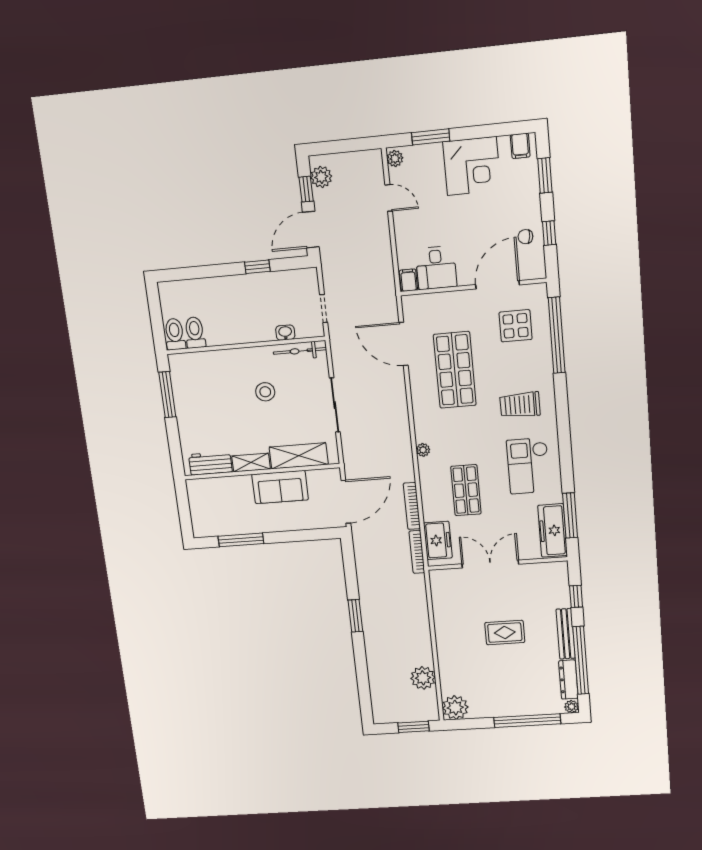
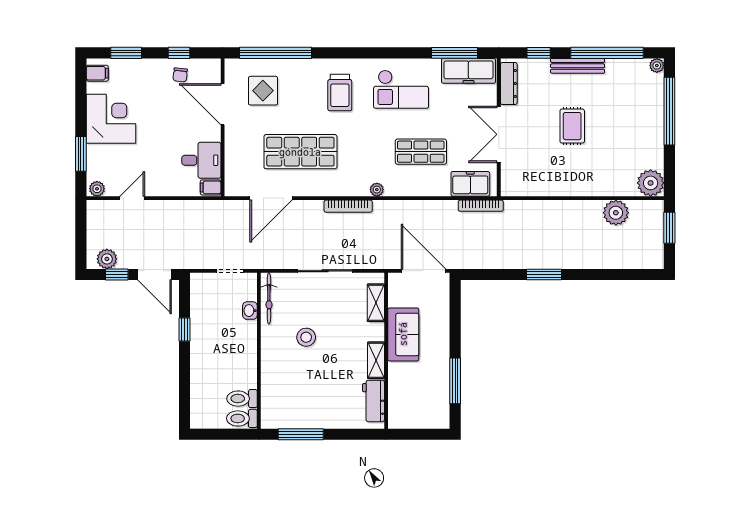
shelving: (299, 456) -> (376, 303), width x0.67, depth x0.75
bookcase: (412, 506) -> (348, 206), moved
dresser: (568, 680) -> (509, 84), moved, turned -90

